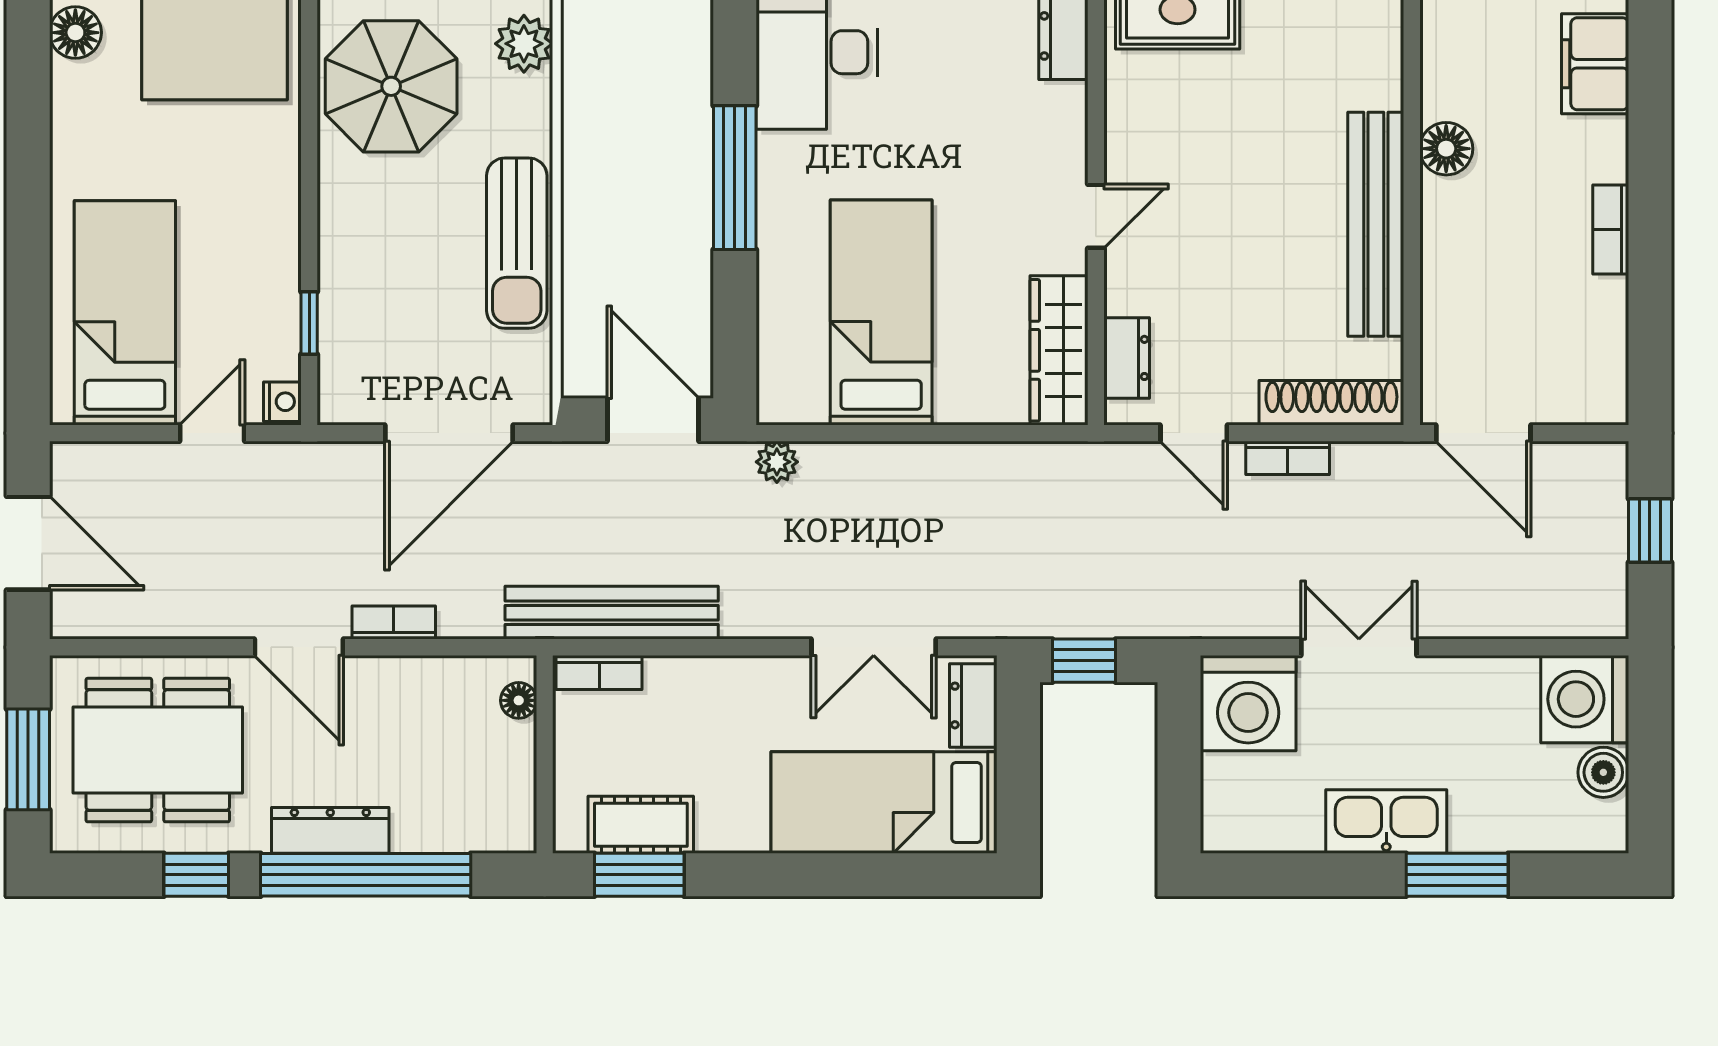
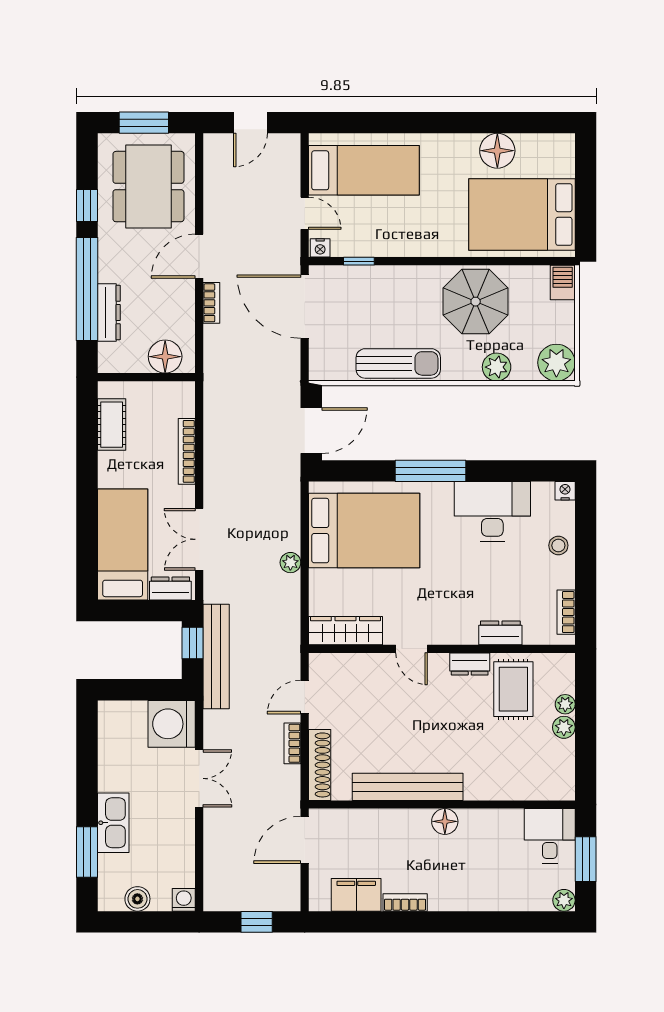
floor lamp: (75, 33) -> (497, 151), width x1.38, depth x1.38
filing cabinet: (1595, 64) -> (356, 895), moved
sun lounger: (517, 243) -> (398, 363), turned 180
bed: (881, 313) -> (364, 531), width x1.50
dresser: (1127, 358) -> (470, 664), moved
door: (449, 433) -> (305, 307), moved
plant: (777, 462) -> (290, 563), moved
door: (28, 543) -> (250, 123), width x0.73
bench: (612, 613) -> (216, 657), moved
bookcase: (599, 672) -> (187, 451), moved, width x1.56
washing machine: (1585, 699) -> (184, 900), width x0.53, depth x0.53
floor lamp: (519, 700) -> (165, 357), width x1.89, depth x1.89
kitchen sink: (1386, 821) -> (113, 823), moved
dresser: (330, 830) -> (109, 313), moved
window: (639, 875) -> (87, 424), removed
window: (1457, 875) -> (87, 852), moved

